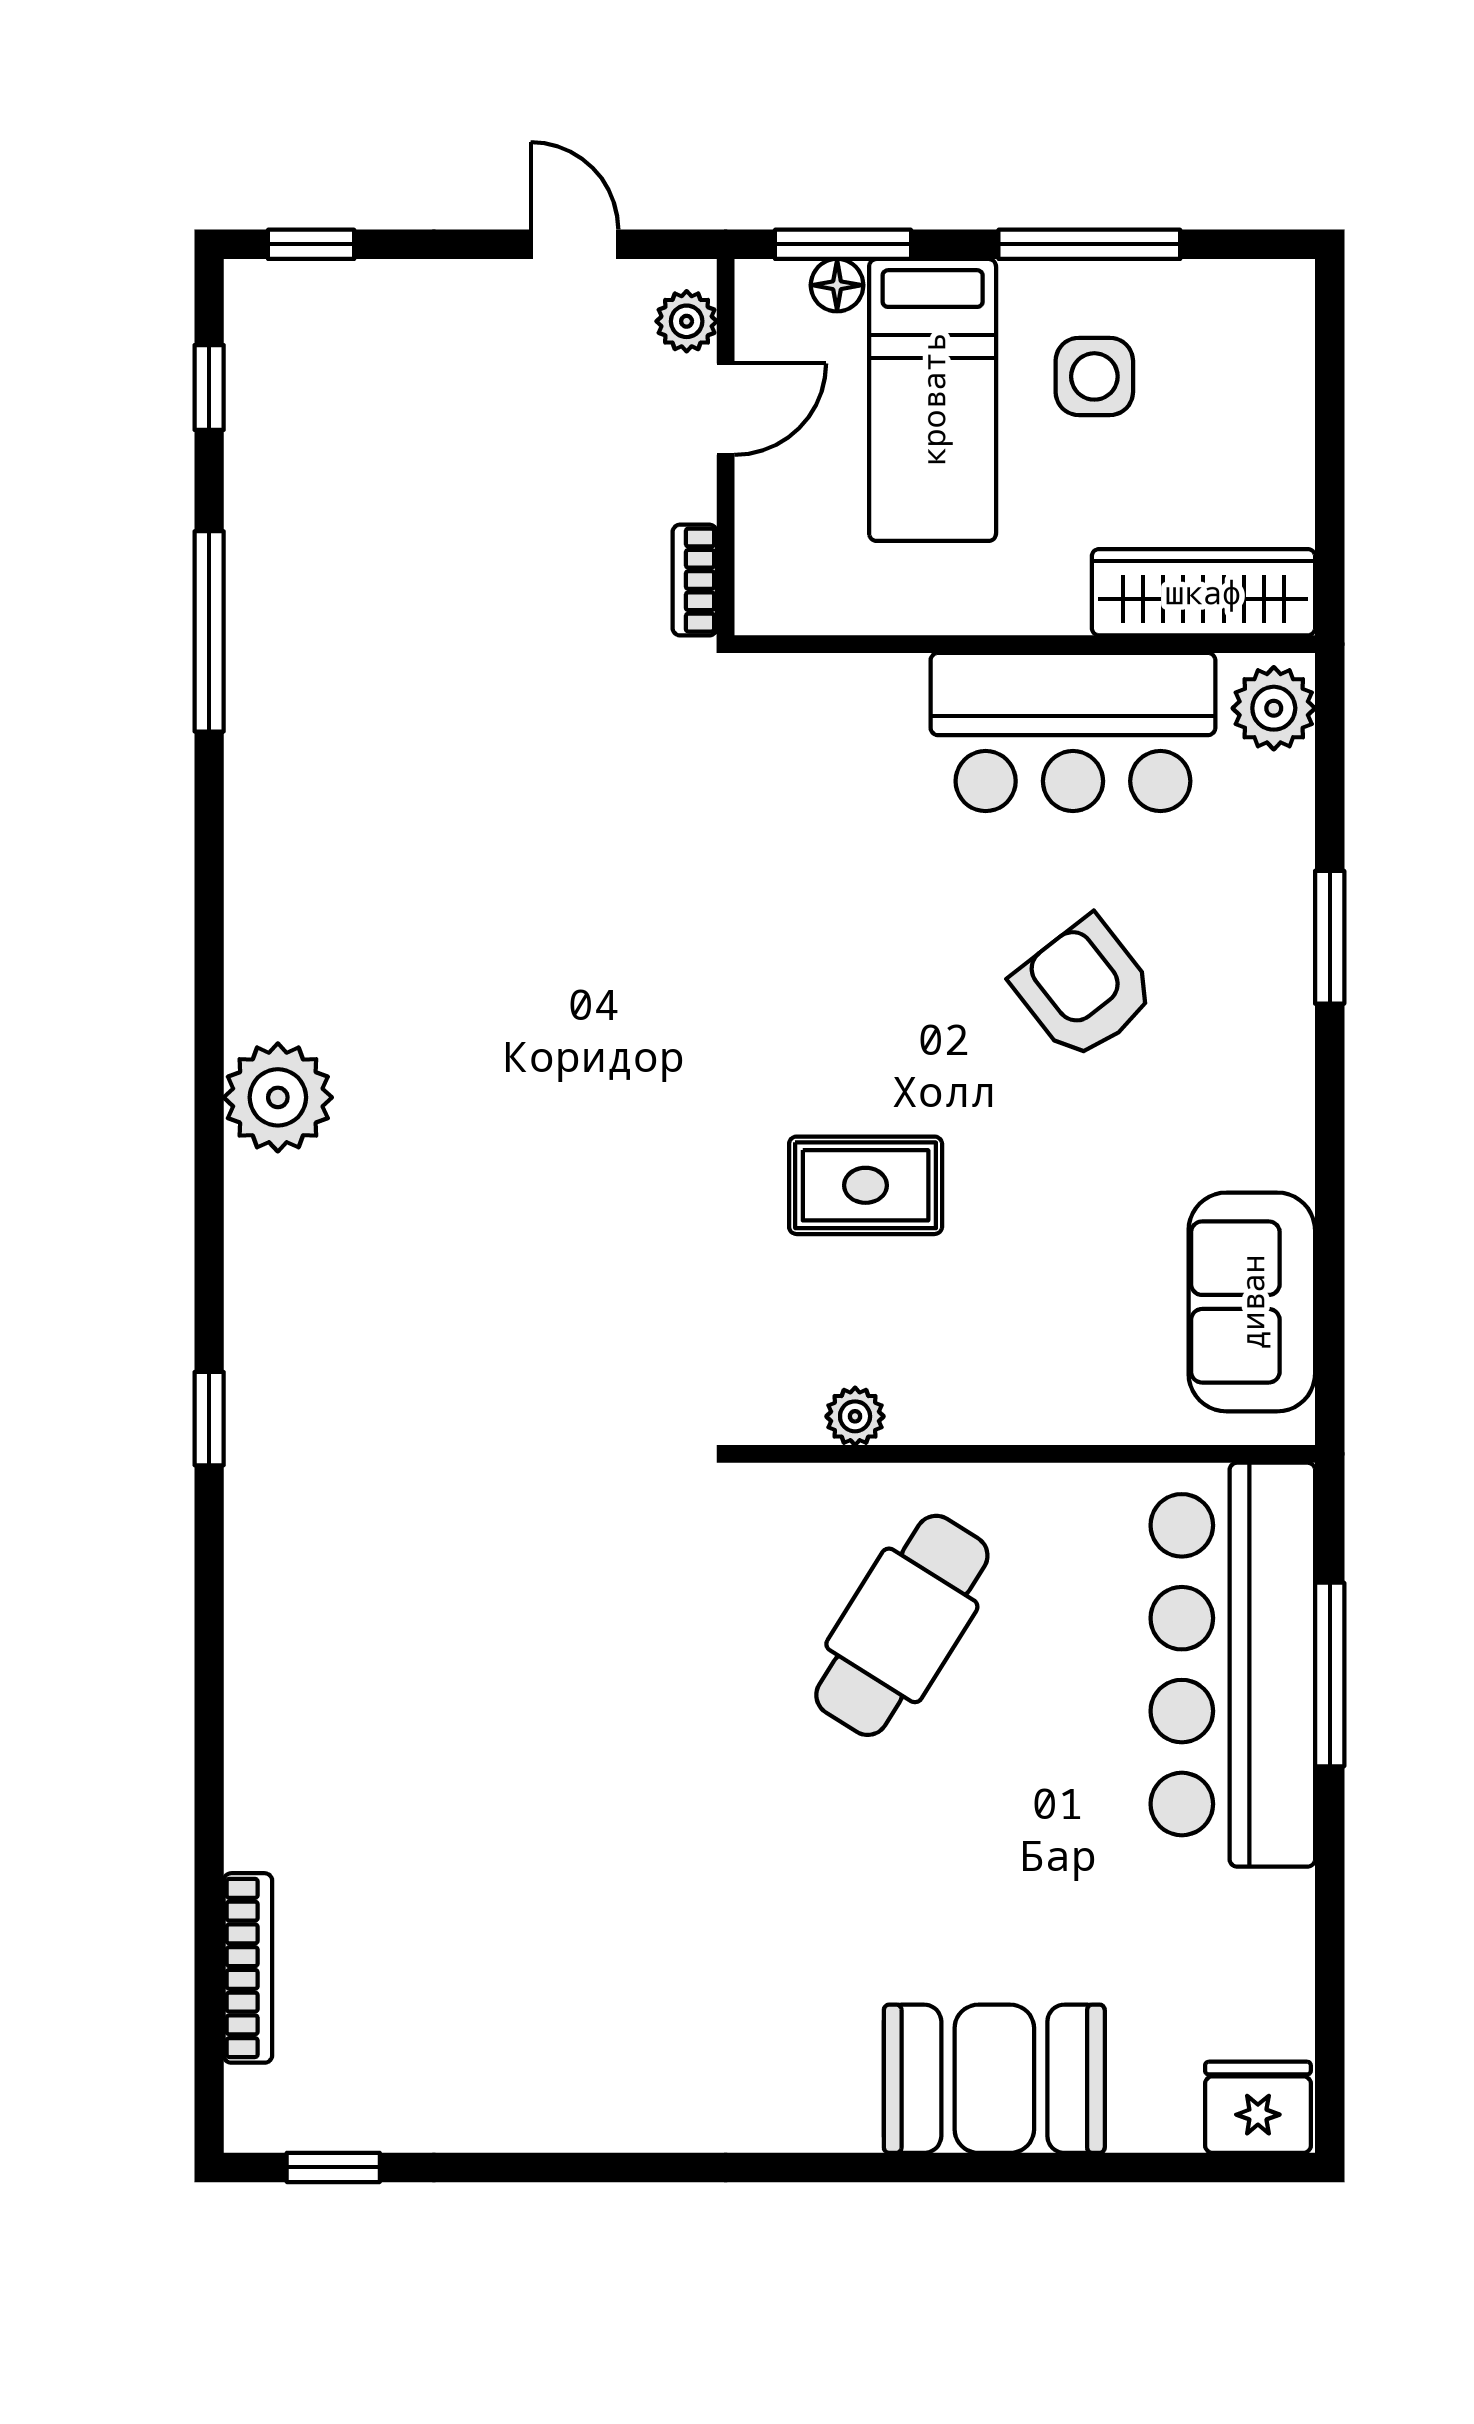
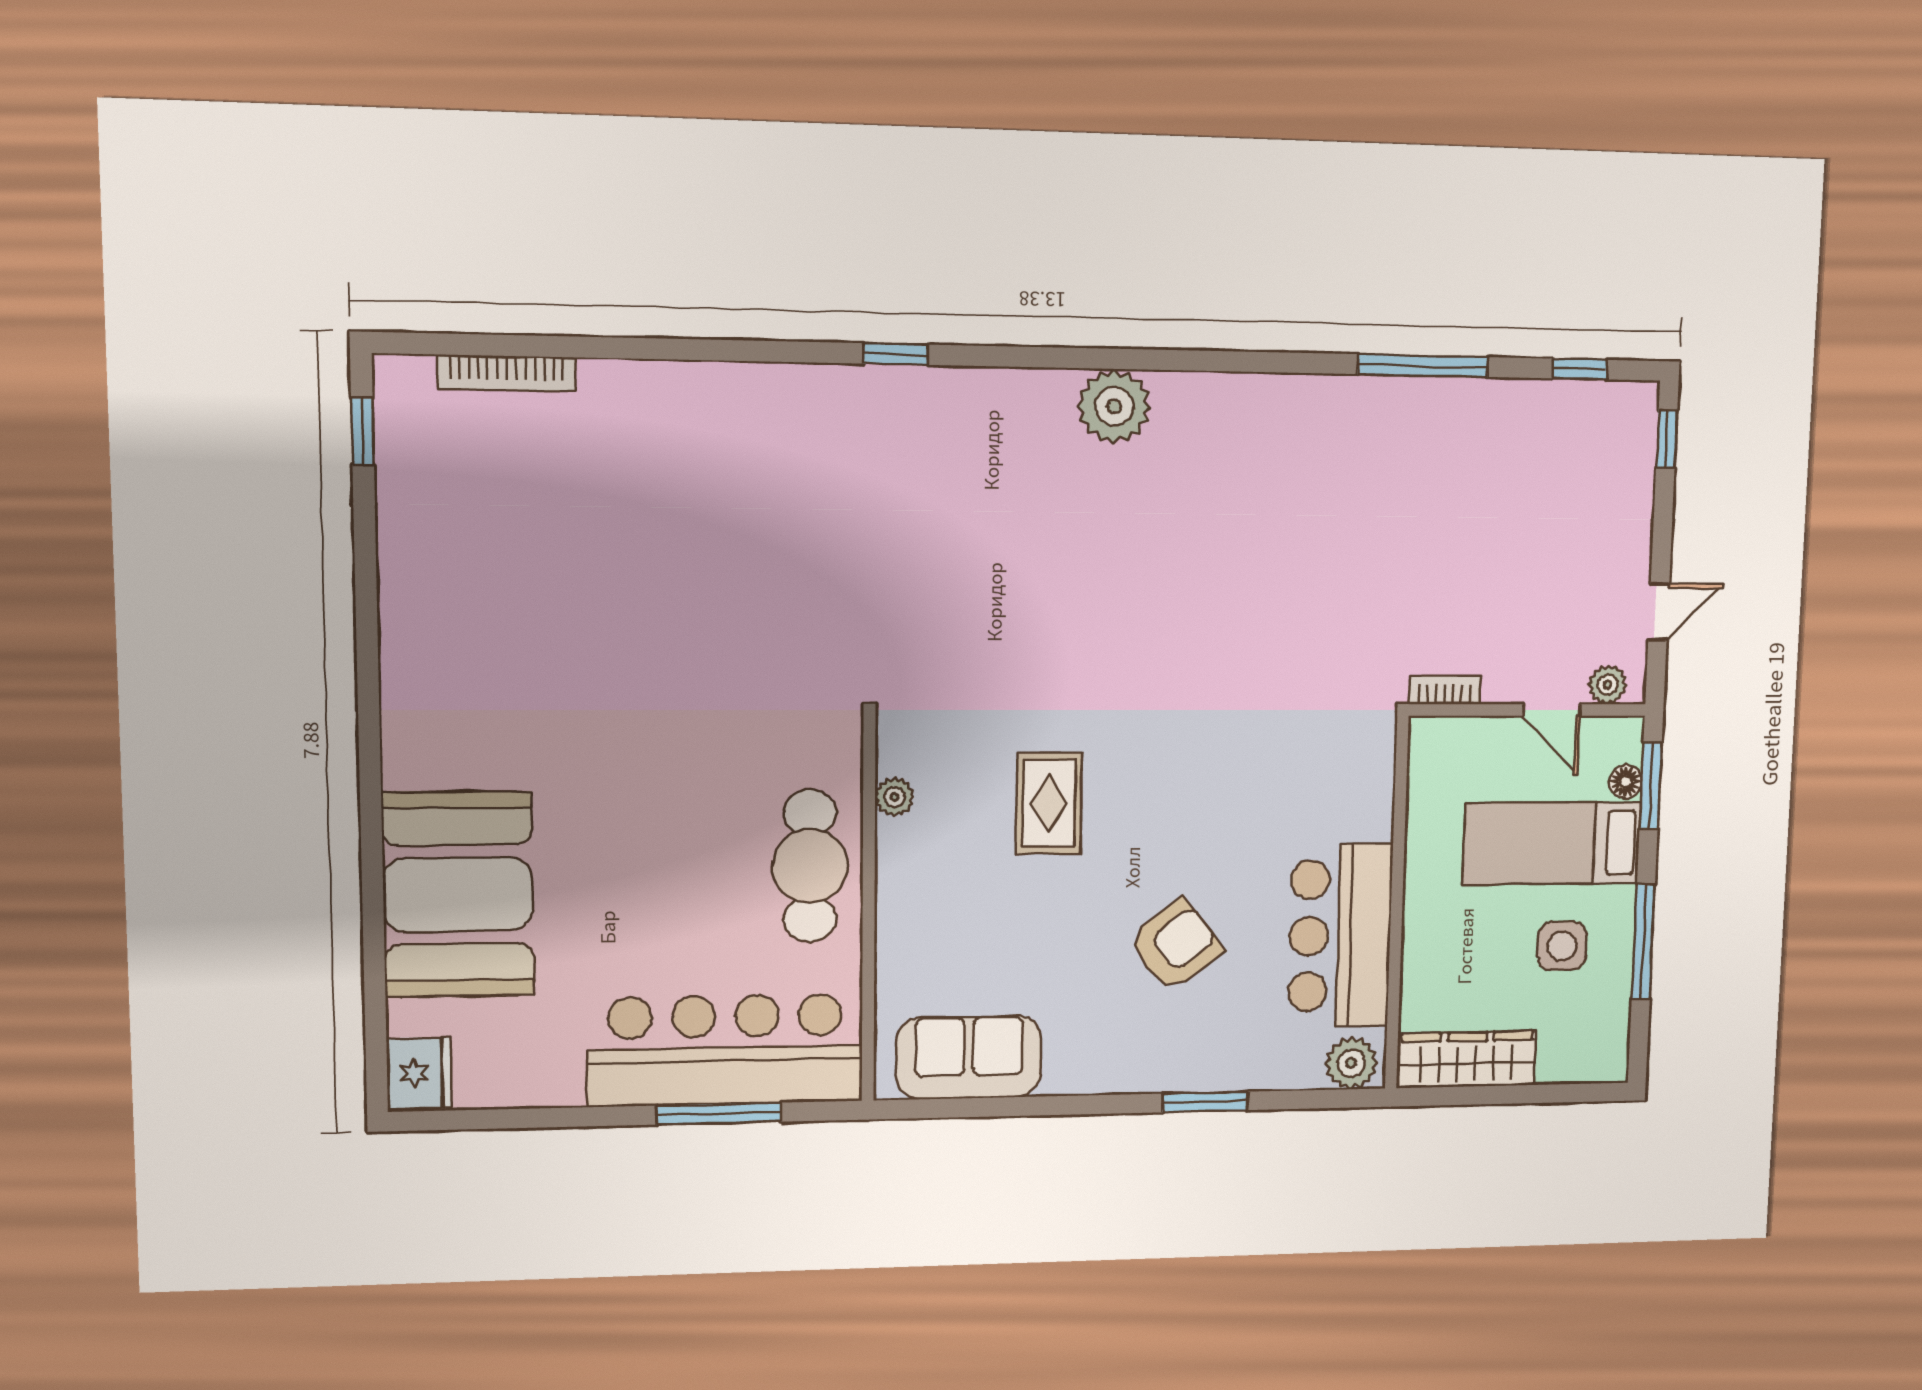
wardrobe: (1203, 592) -> (1467, 1059), moved, turned -90
cafe table: (902, 1625) -> (810, 866), moved, turned 58
booth: (994, 2079) -> (458, 894), width x1.36, depth x1.42

